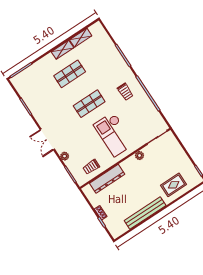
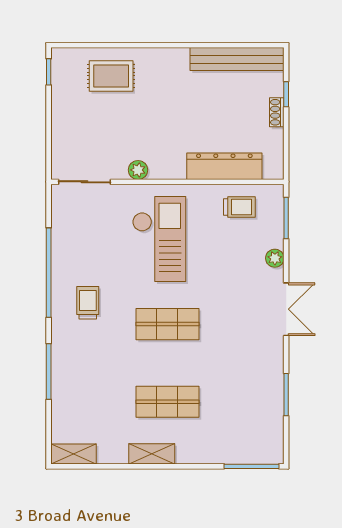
shelving: (81, 38) -> (74, 454), moved
bench: (145, 213) -> (237, 59), moved

